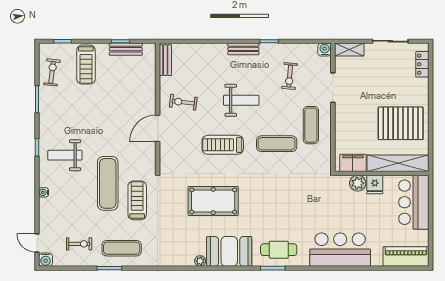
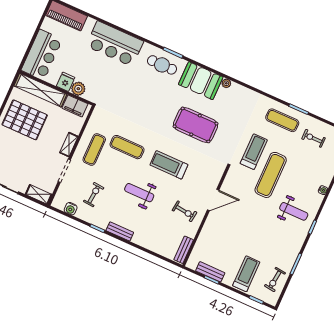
water cooler: (325, 50) -> (71, 209), moved
shelving: (341, 118) -> (69, 145), added
treadmill: (223, 145) -> (169, 165), turned 180
treadmill: (137, 200) -> (254, 152), turned 180

